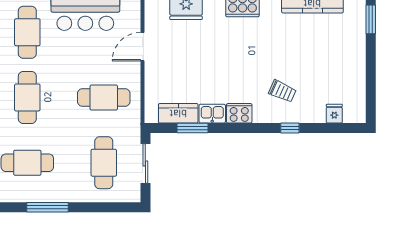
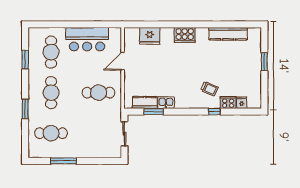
window: (371, 19) -> (264, 62), moved
cooker: (239, 113) -> (228, 102), moved
cafe table: (104, 163) -> (99, 133), removed

